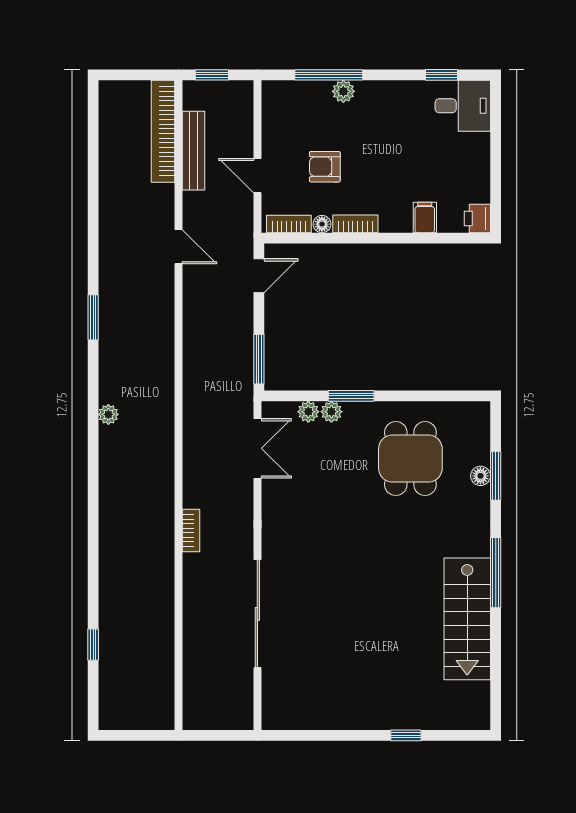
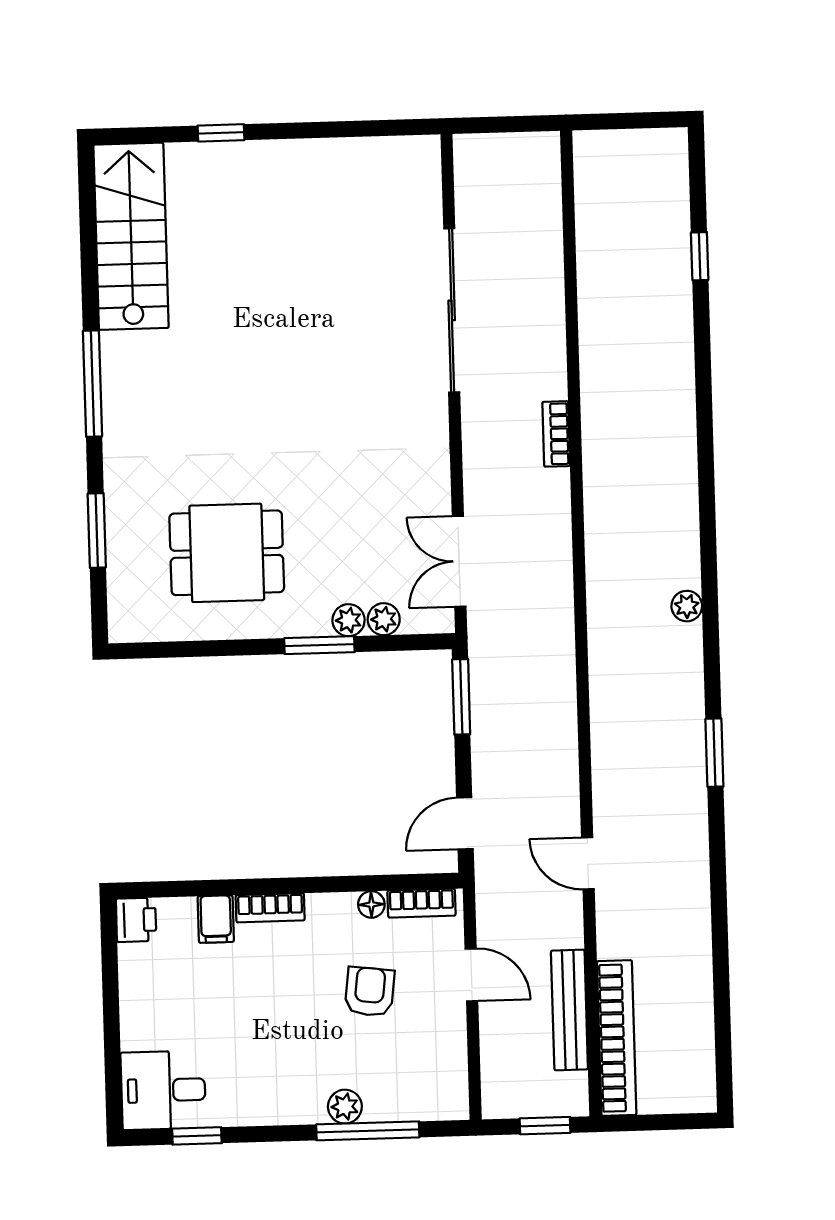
armchair: (325, 167) -> (370, 992), turned -83
bookcase: (355, 224) -> (270, 908), moved
dining table: (410, 459) -> (227, 553), turned 90
floor lamp: (480, 476) -> (120, 530), removed
stairs: (467, 619) -> (131, 236), moved

